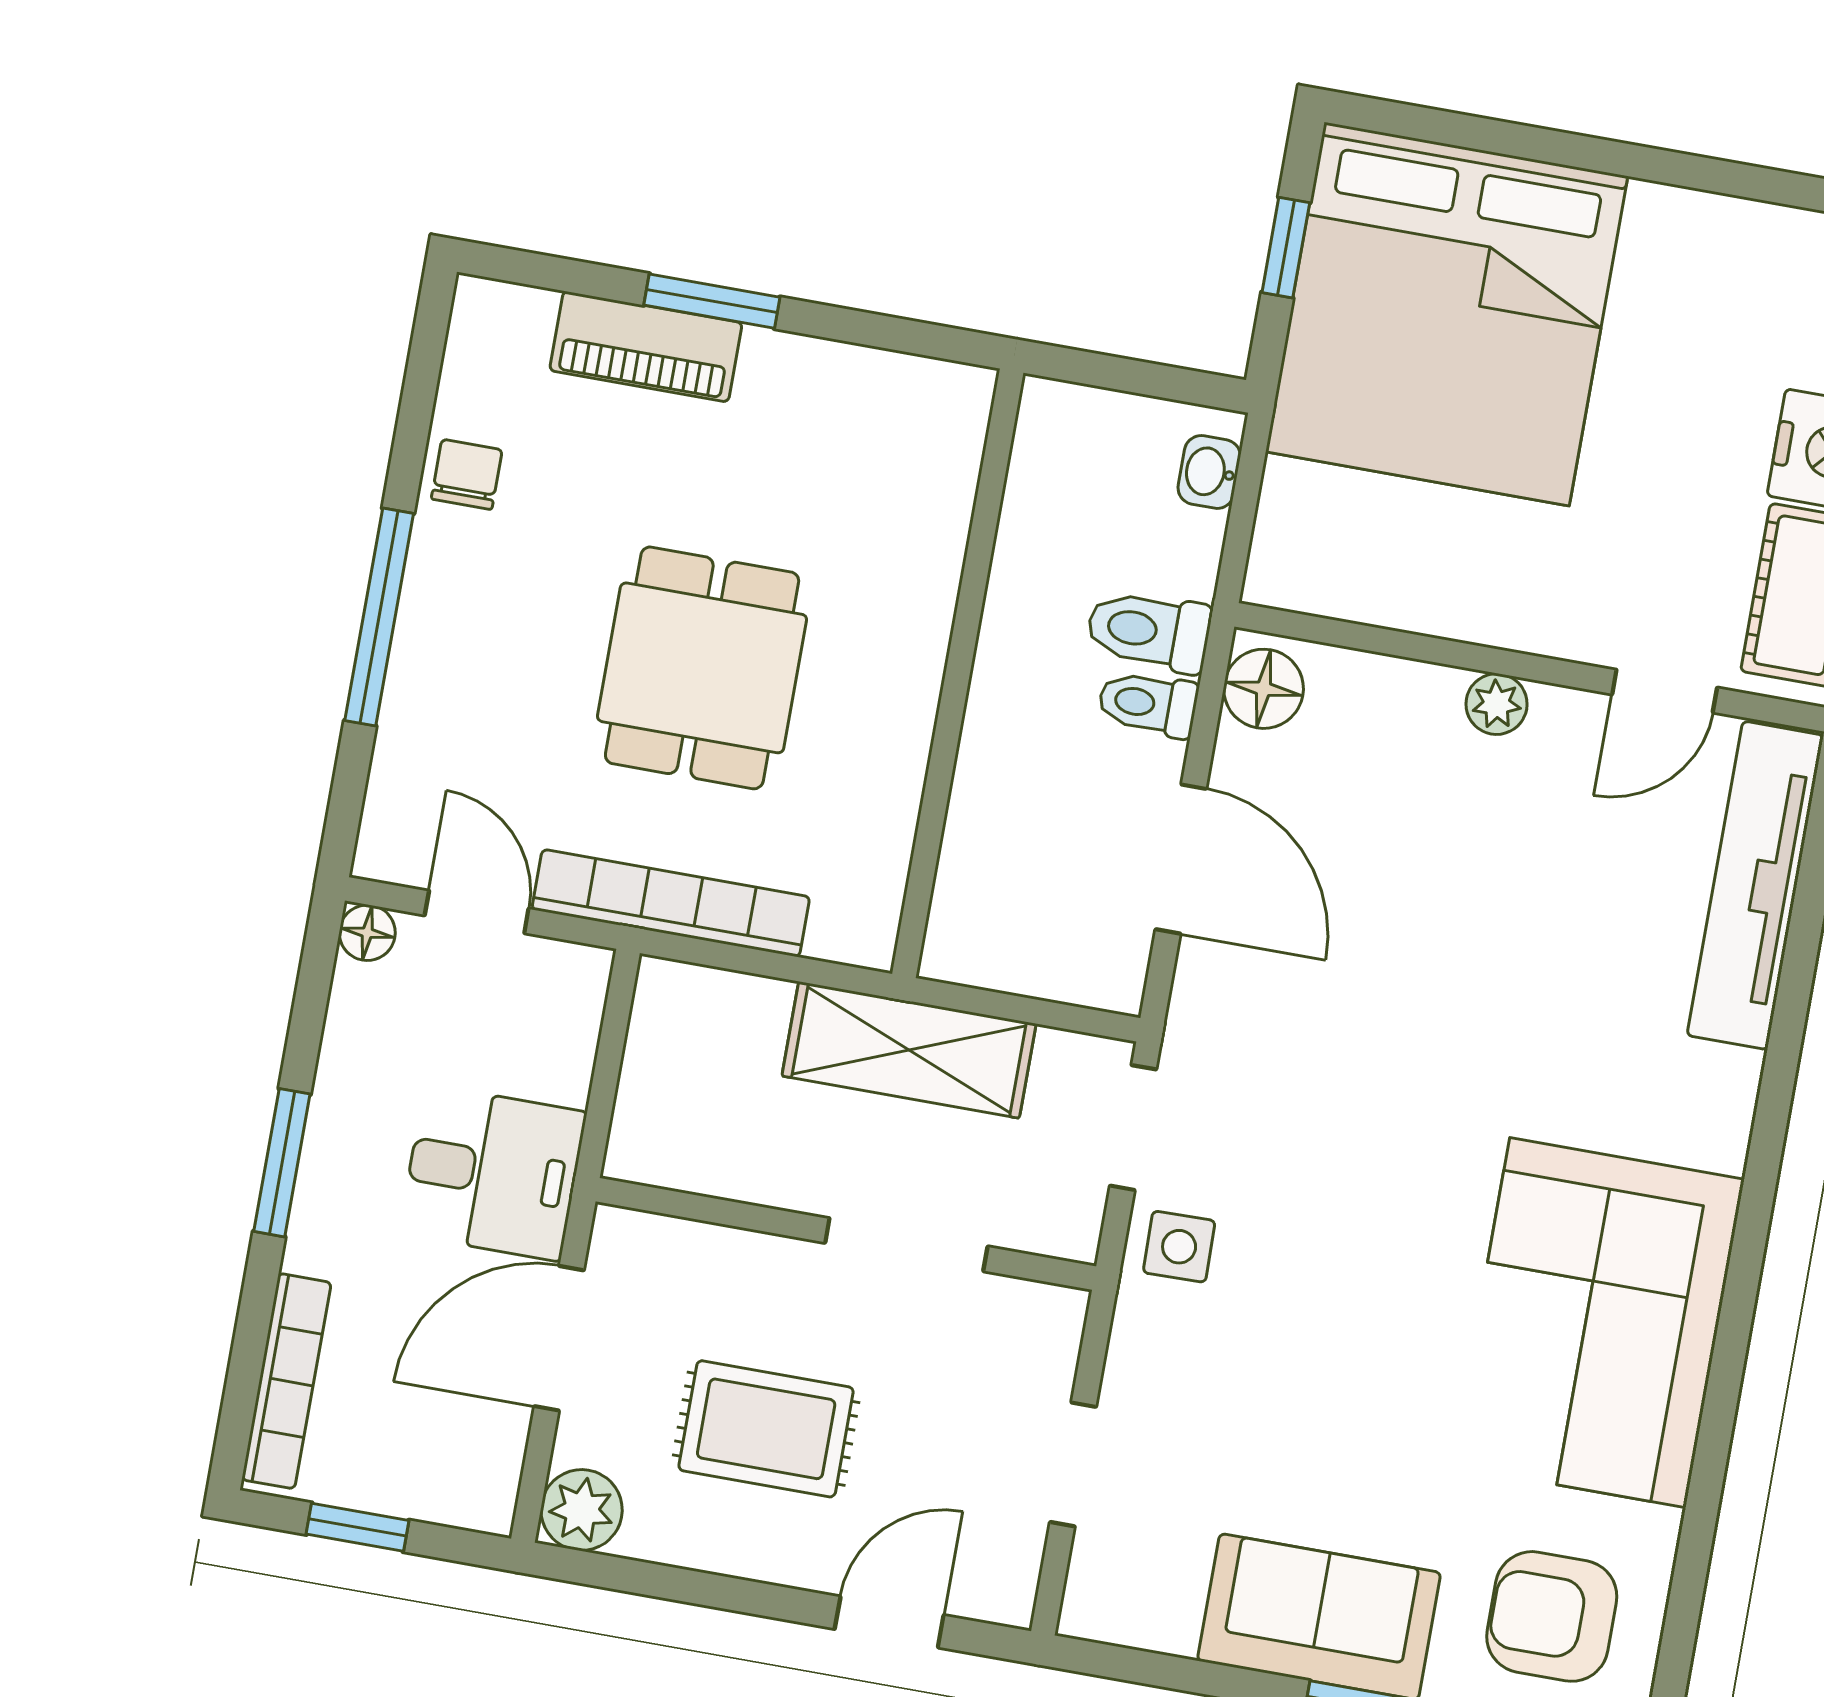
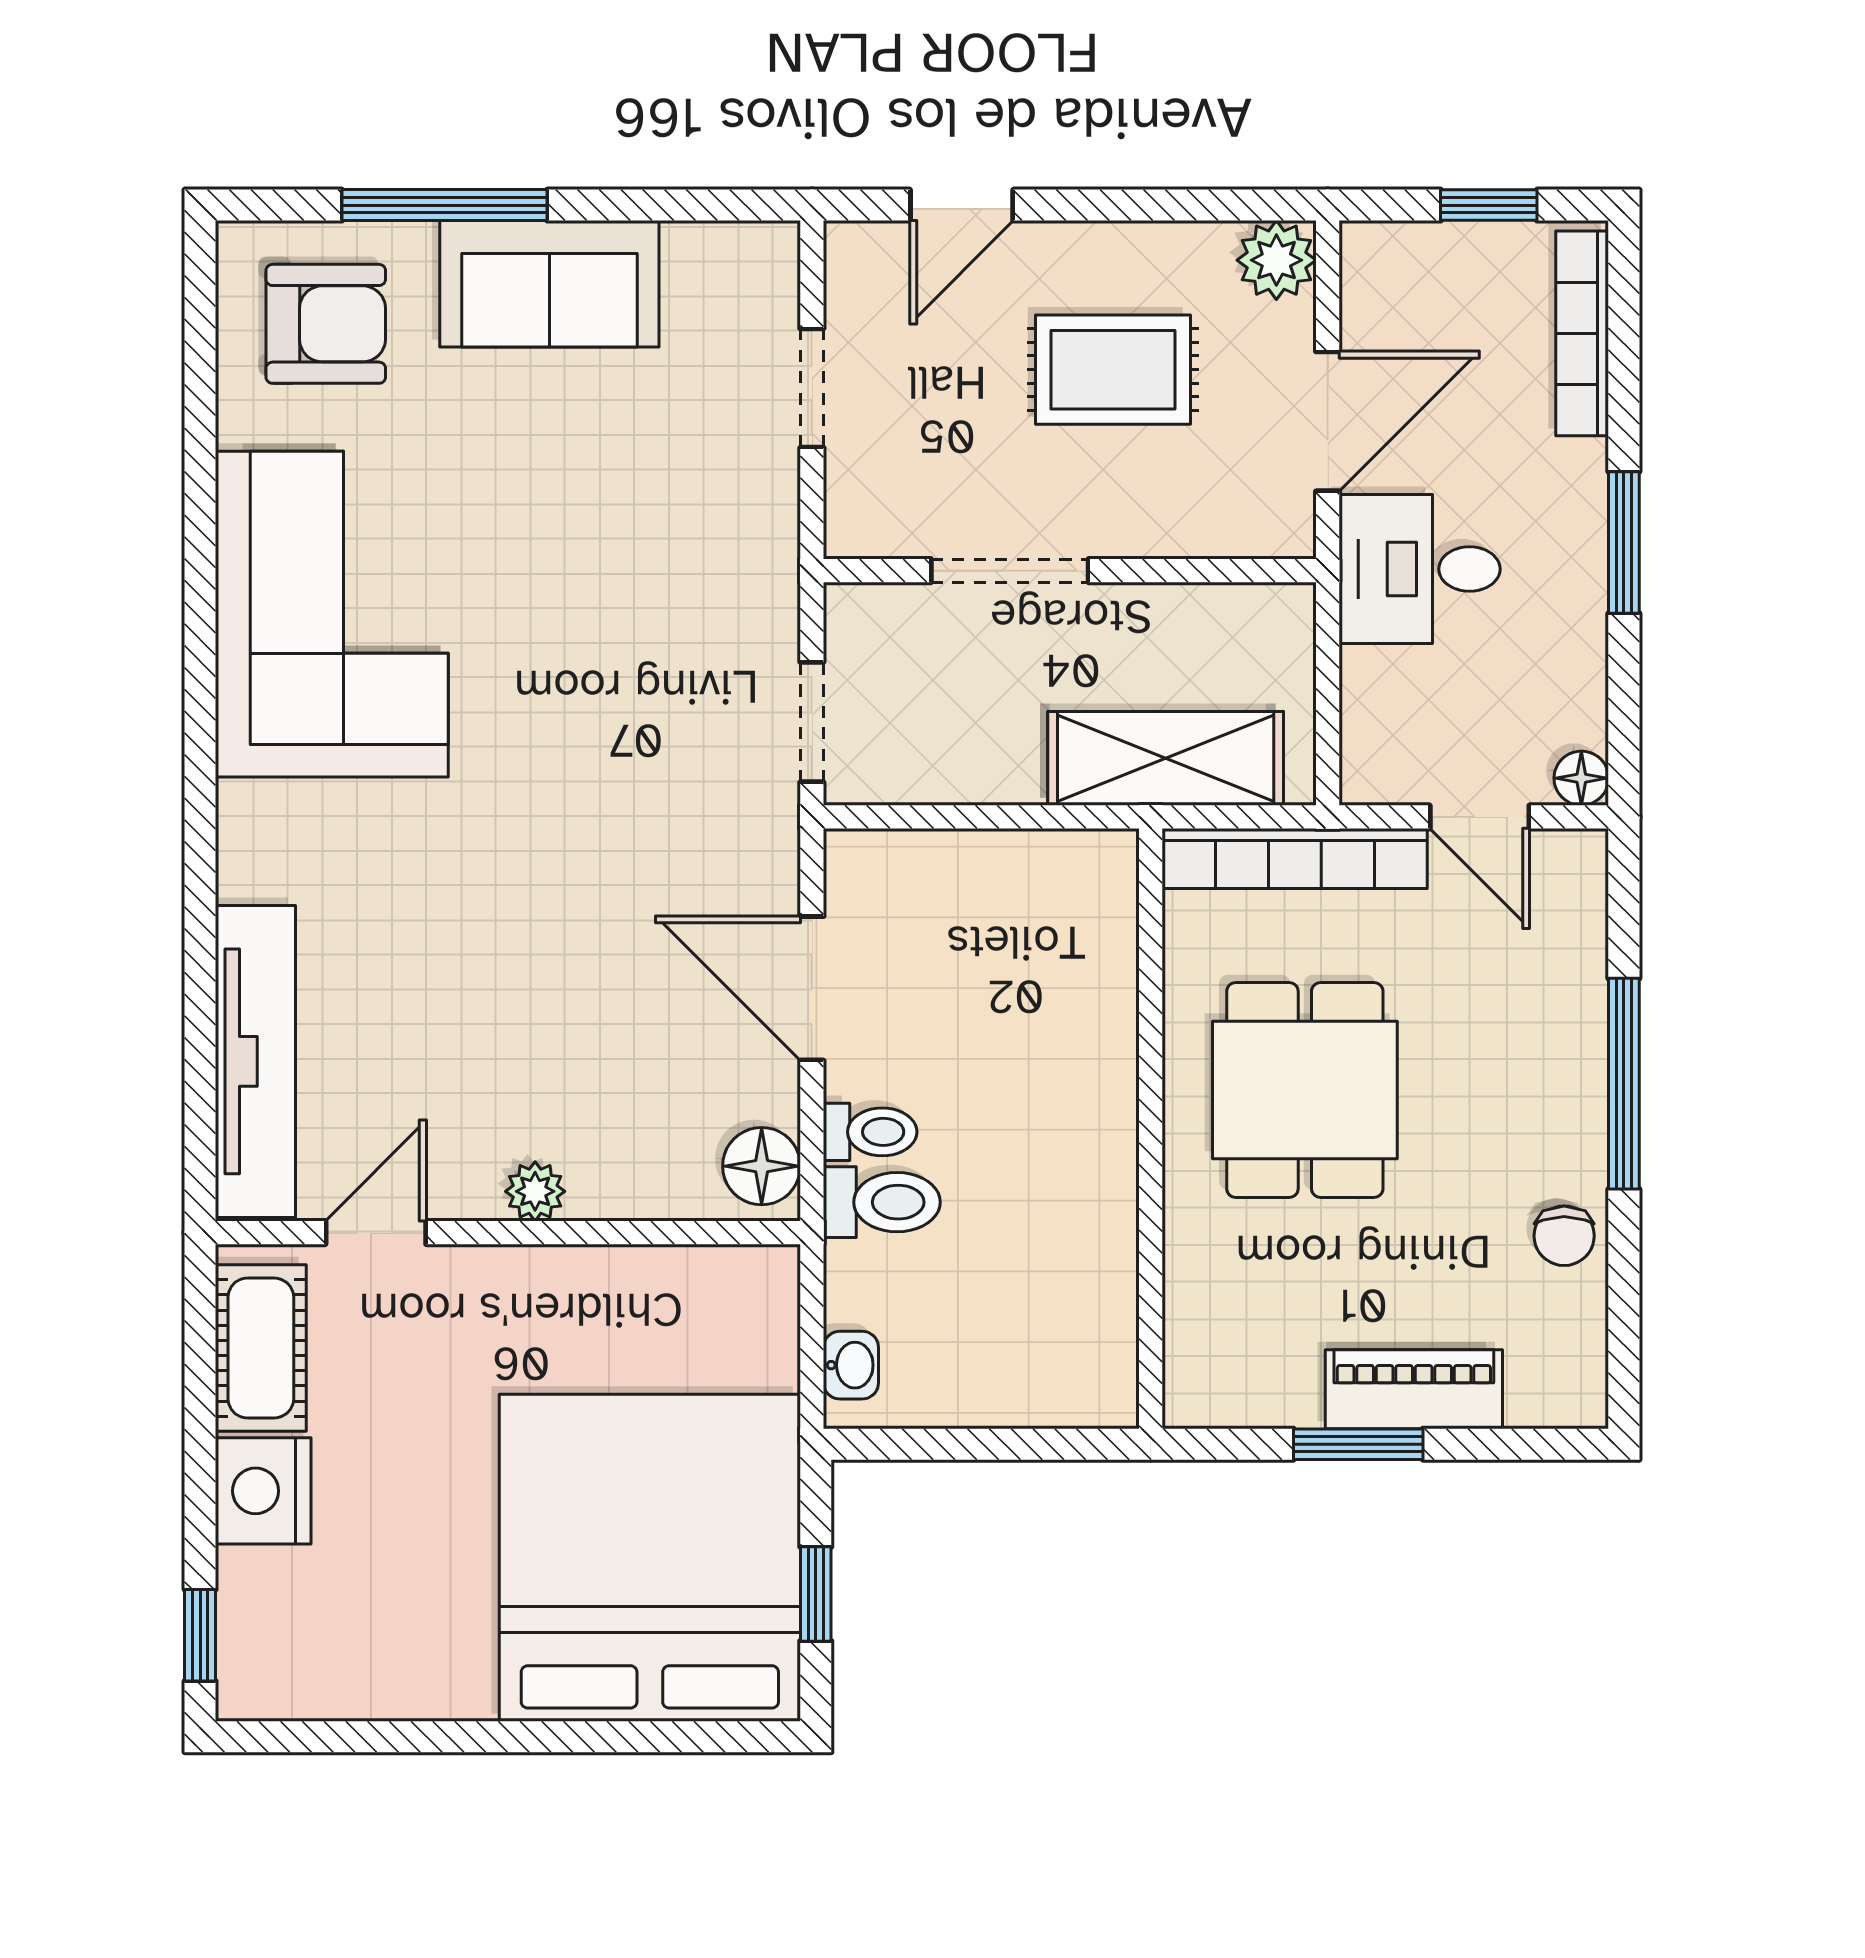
wall: (958, 673) -> (1151, 1129), moved
shelving: (909, 1050) -> (1166, 758), moved
side table: (1179, 1247) -> (747, 615), removed

